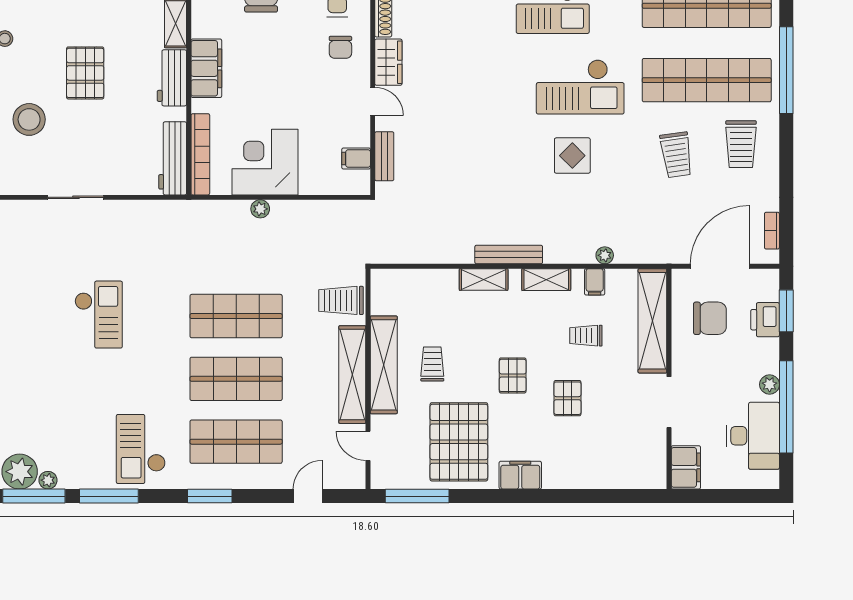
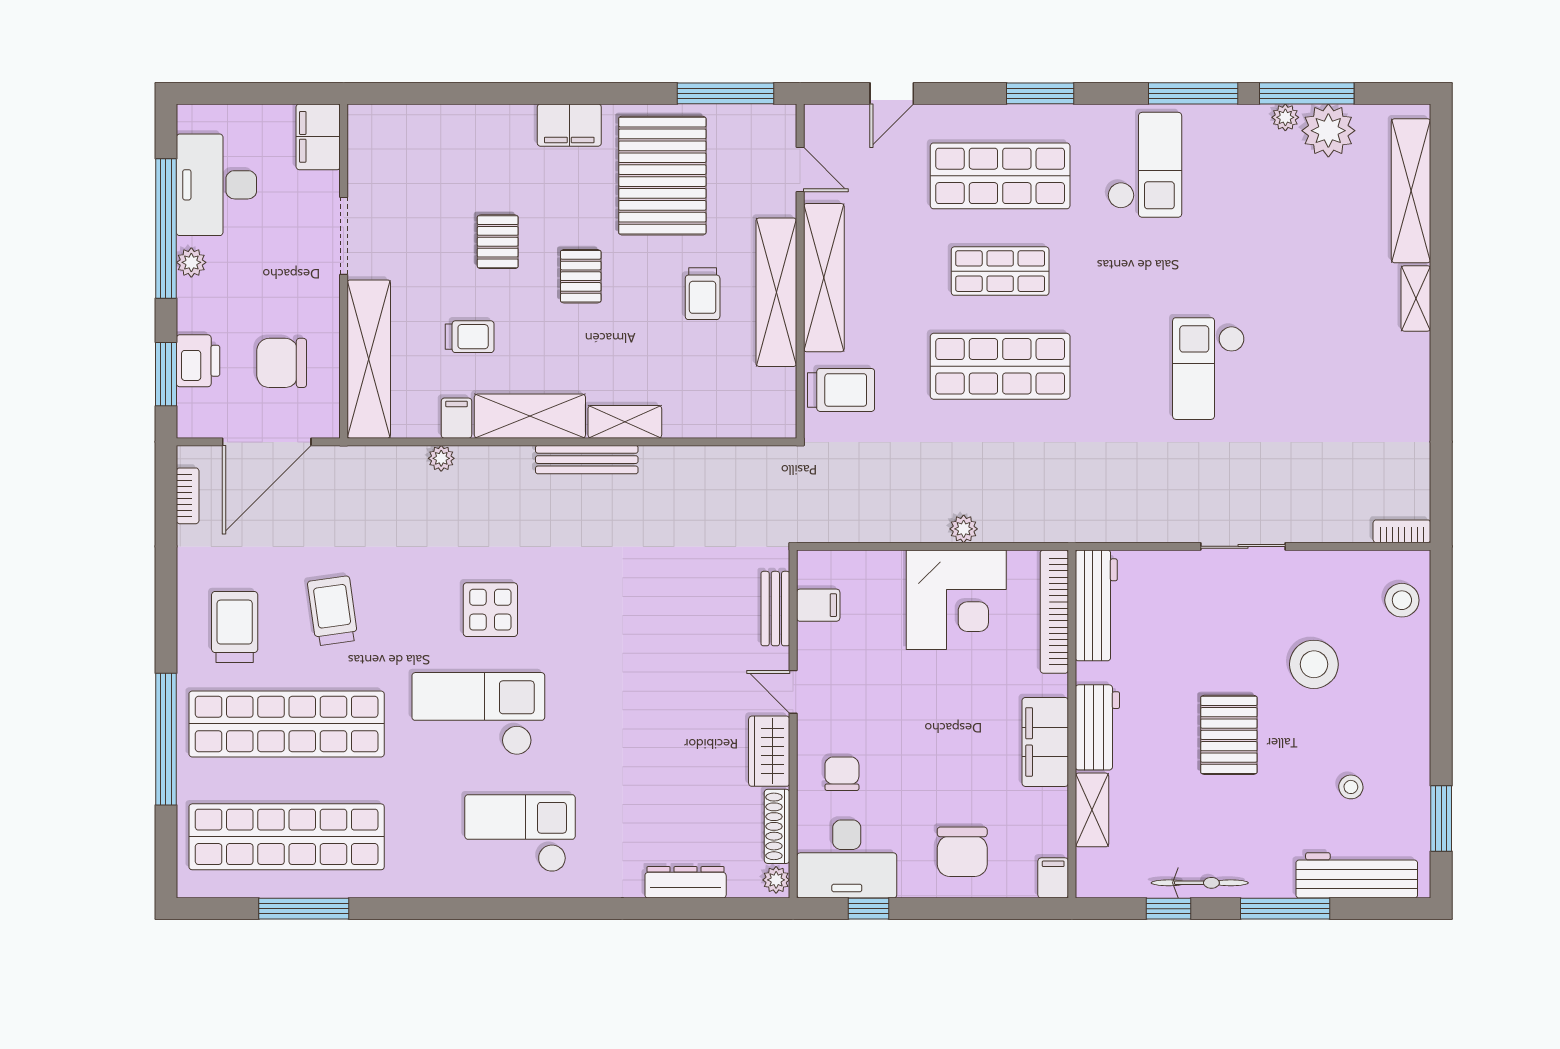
shelving: (546, 280) -> (530, 416), width x1.50, depth x1.33
shop shelf: (236, 379) -> (1000, 271), width x0.70, depth x0.74

